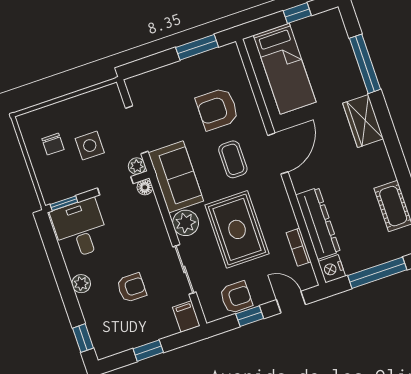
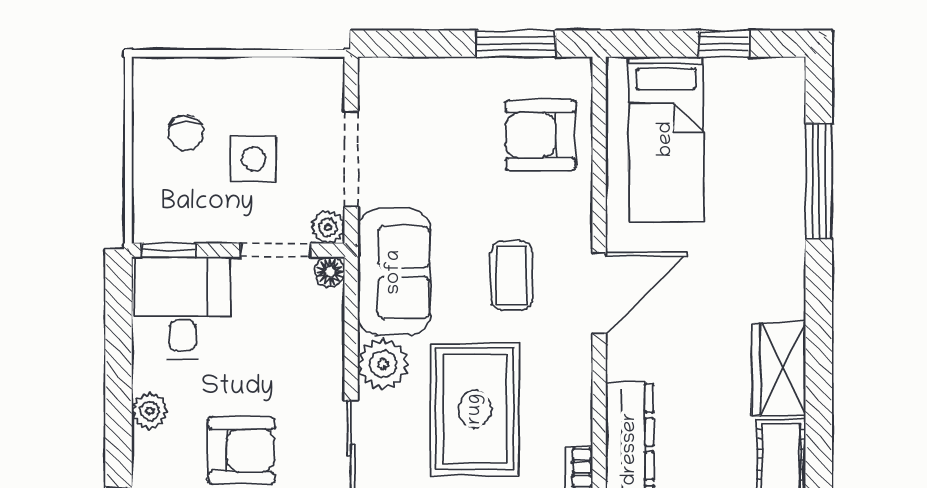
armchair: (217, 109) -> (541, 135), moved
wardrobe: (363, 121) -> (779, 369), moved
armchair: (132, 288) -> (241, 450), width x1.38, depth x1.38

